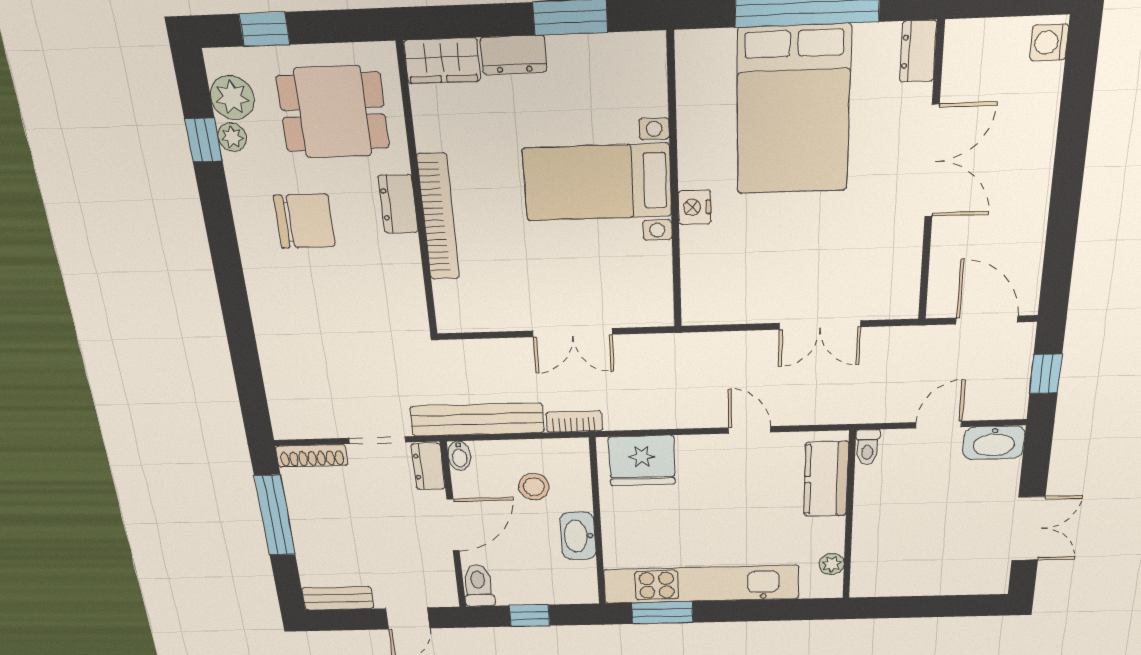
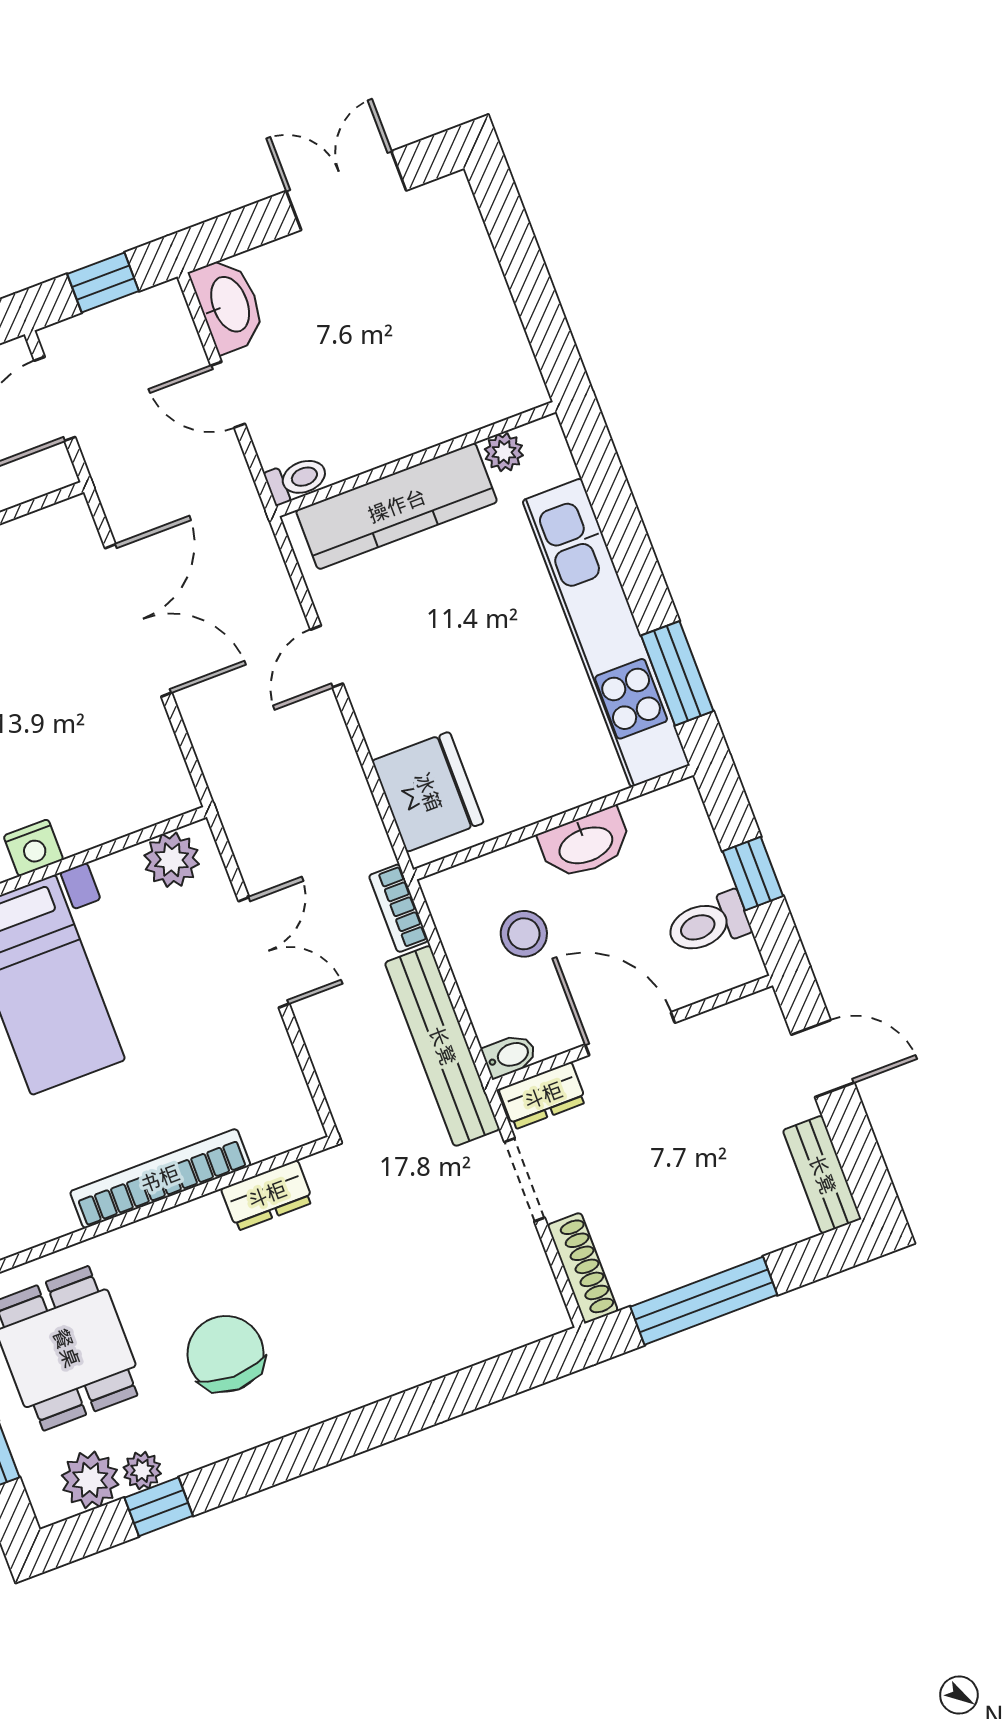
dresser: (398, 204) -> (267, 1195), moved
plant: (654, 295) -> (172, 860), added
double door: (820, 325) -> (138, 620), width x1.37
kitchen counter: (826, 479) -> (397, 506), width x1.50
toilet: (478, 585) -> (708, 924), moved

